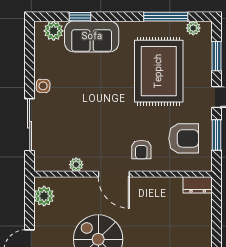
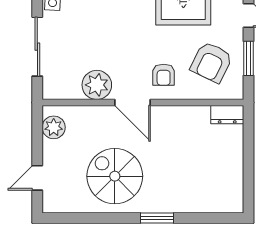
armchair: (184, 138) -> (211, 62), turned 116
plant: (76, 165) -> (97, 85), width x1.88, depth x1.88

